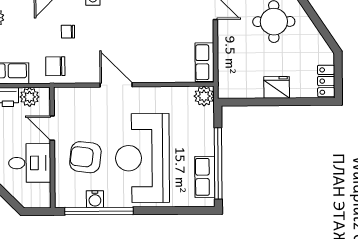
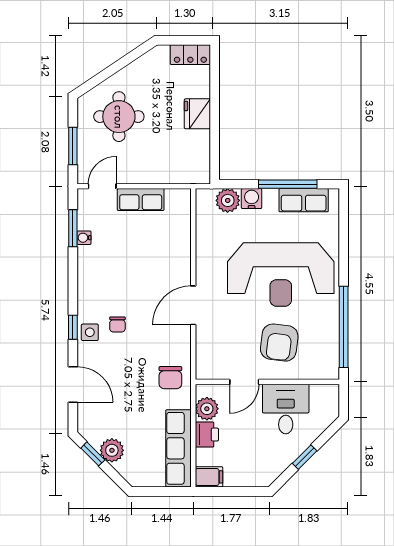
chair: (68, 32) -> (117, 324), moved
row of seats: (205, 62) -> (141, 200), moved
plant: (204, 96) -> (228, 200), moved
window: (218, 163) -> (288, 184), width x0.68
water cooler: (95, 199) -> (252, 199), moved, turned -90

